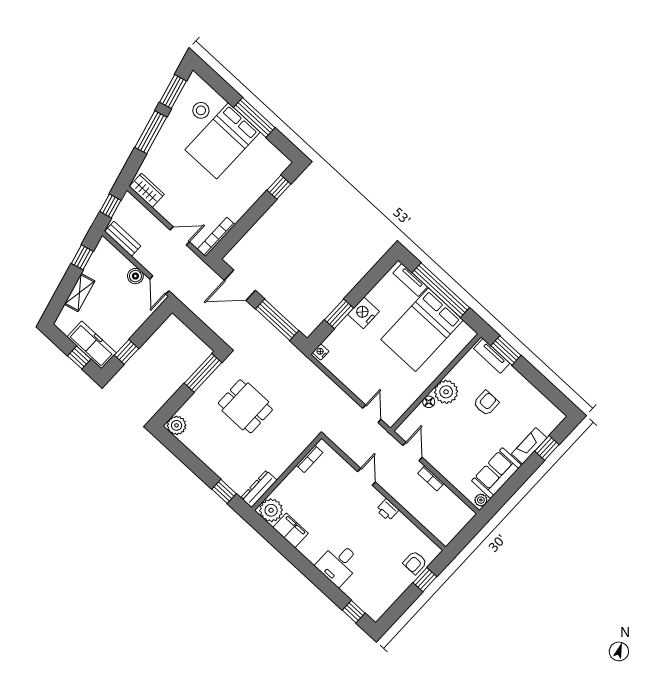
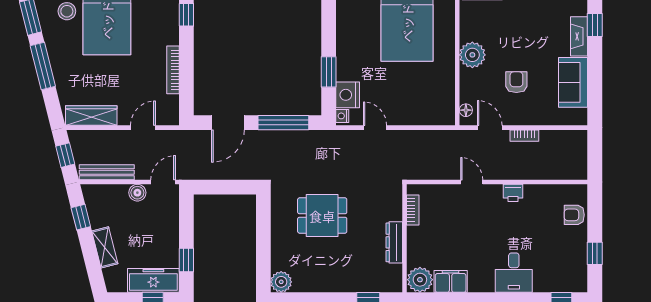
wardrobe: (147, 190) -> (91, 116), width x1.50
bookcase: (216, 237) -> (173, 70), moved
bench: (123, 239) -> (107, 172), width x1.36
door: (159, 285) -> (163, 182), swing flipped
nightstand: (364, 313) -> (348, 95), moved
window: (203, 373) -> (263, 220), removed
floor lamp: (429, 402) -> (466, 110), moved
armchair: (486, 403) -> (516, 82), moved
door: (372, 414) -> (375, 128), moved
dresser: (259, 489) -> (394, 242), moved
plant: (481, 500) -> (581, 116), removed
armchair: (415, 563) -> (574, 215), turned 90
window: (425, 580) -> (595, 253), moved

